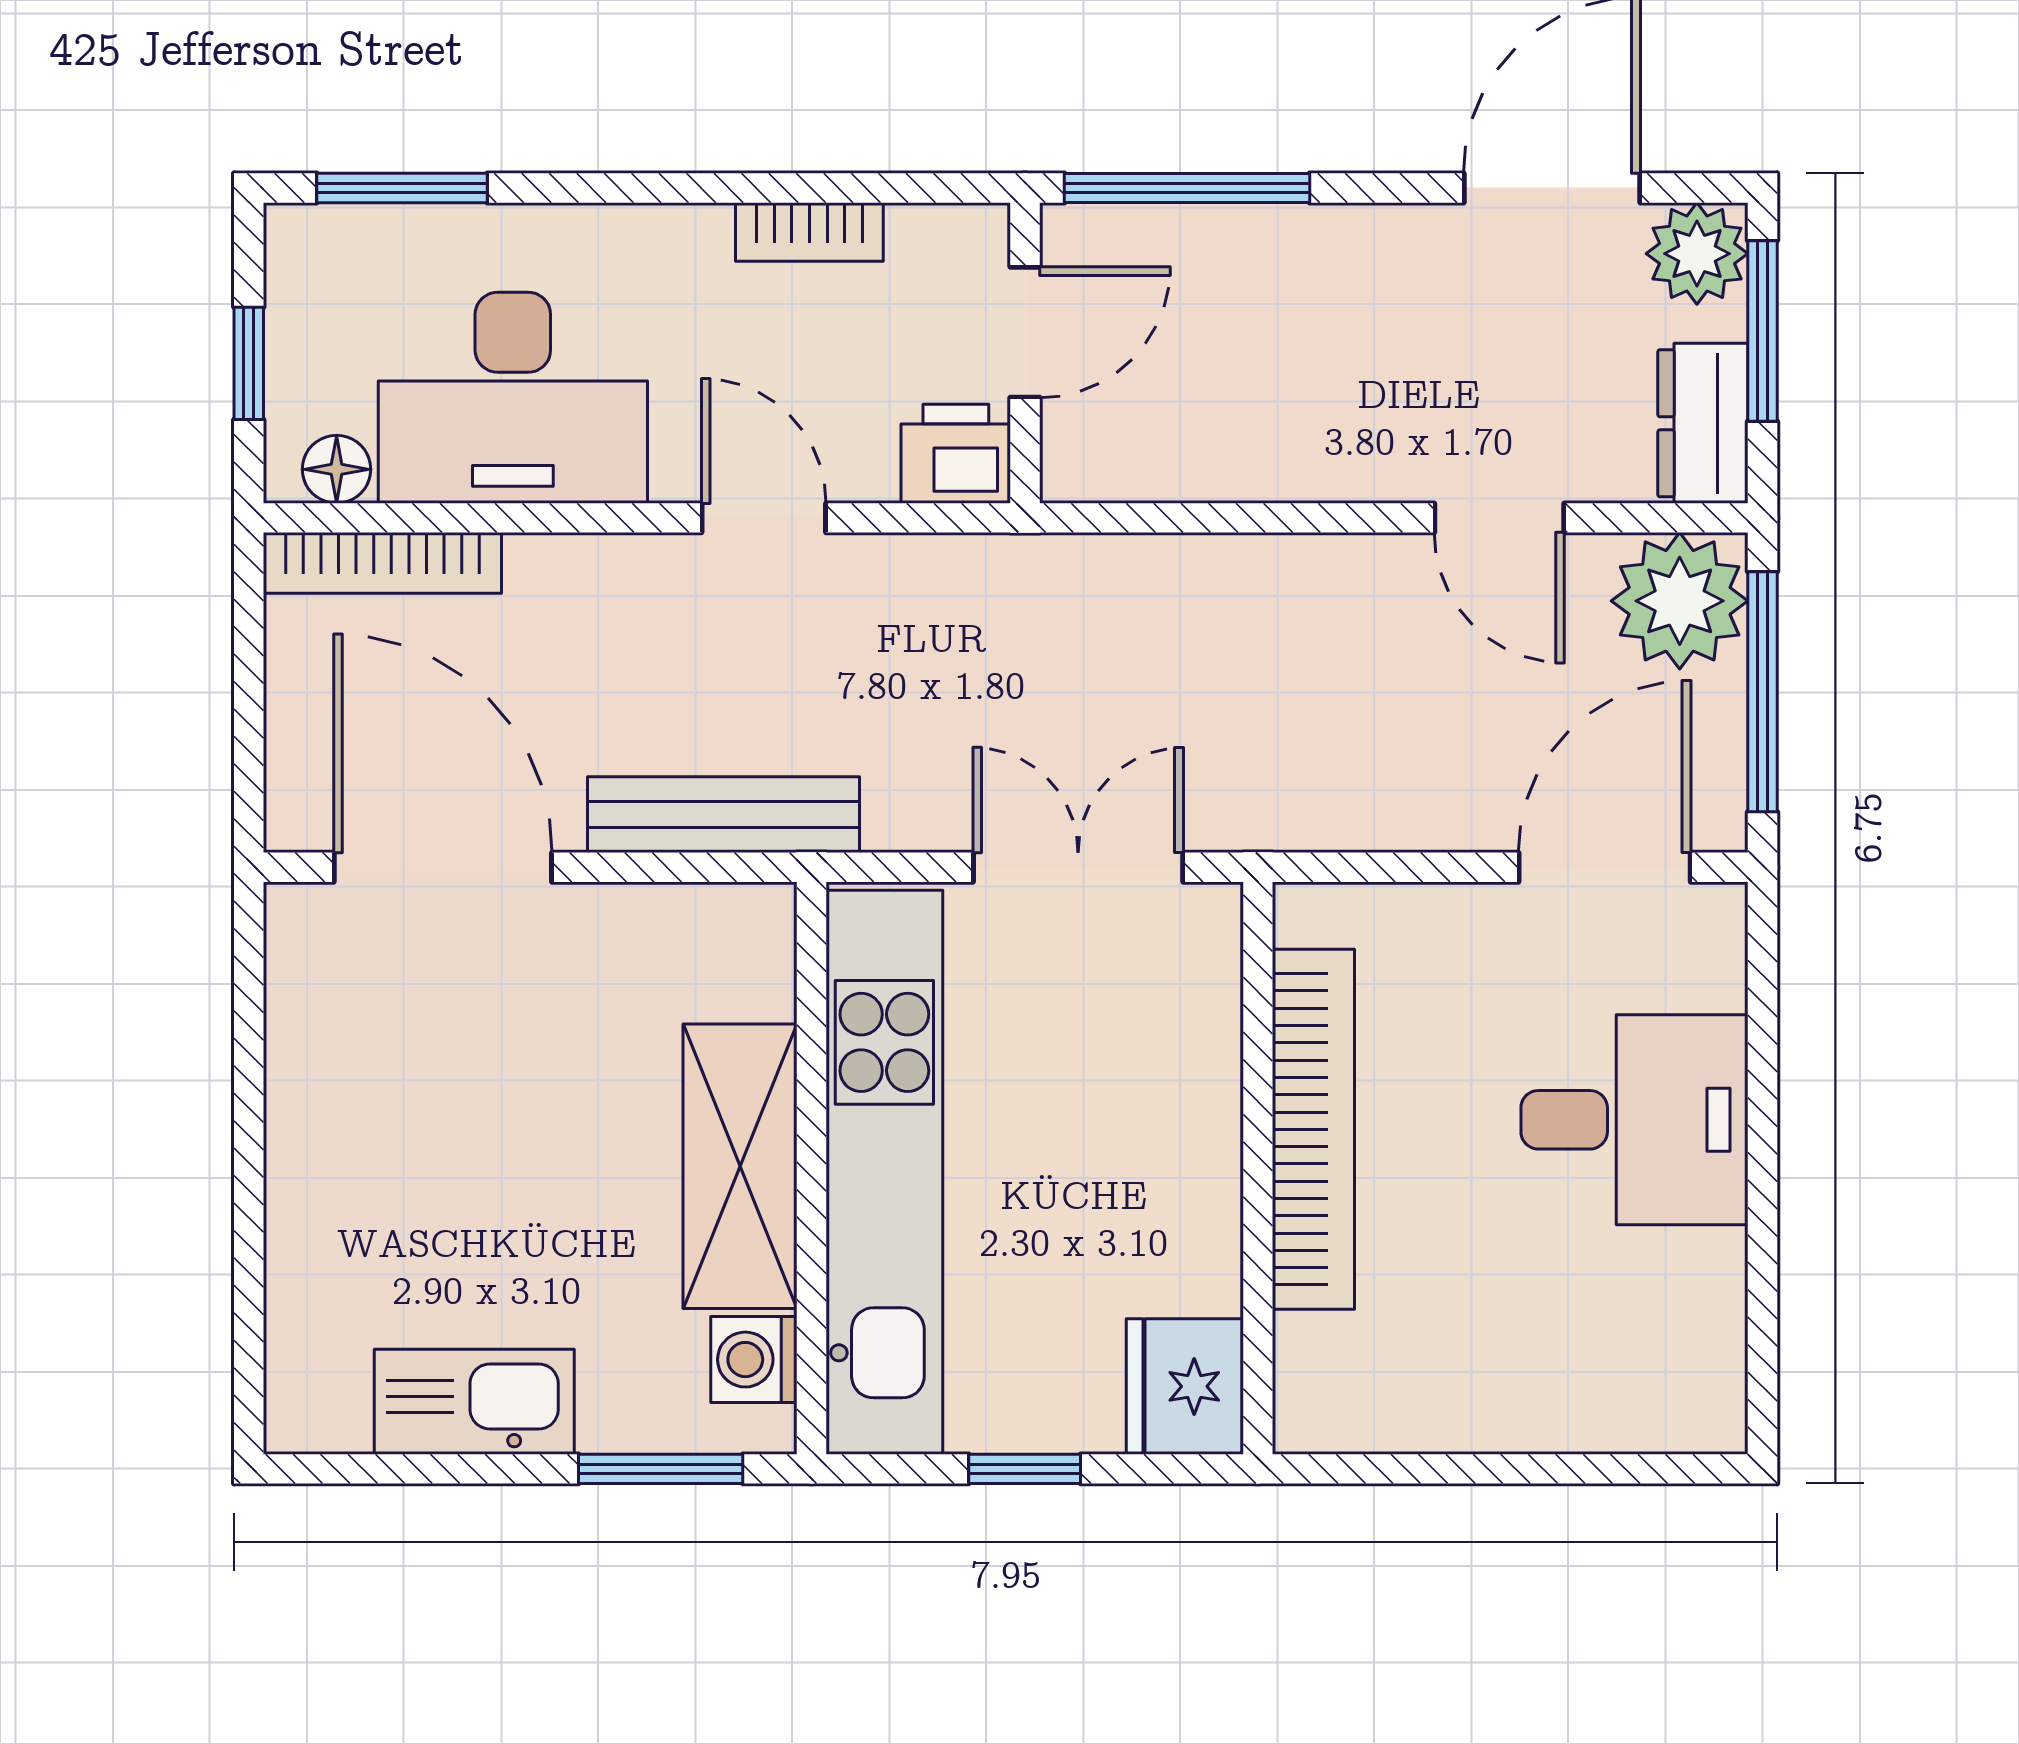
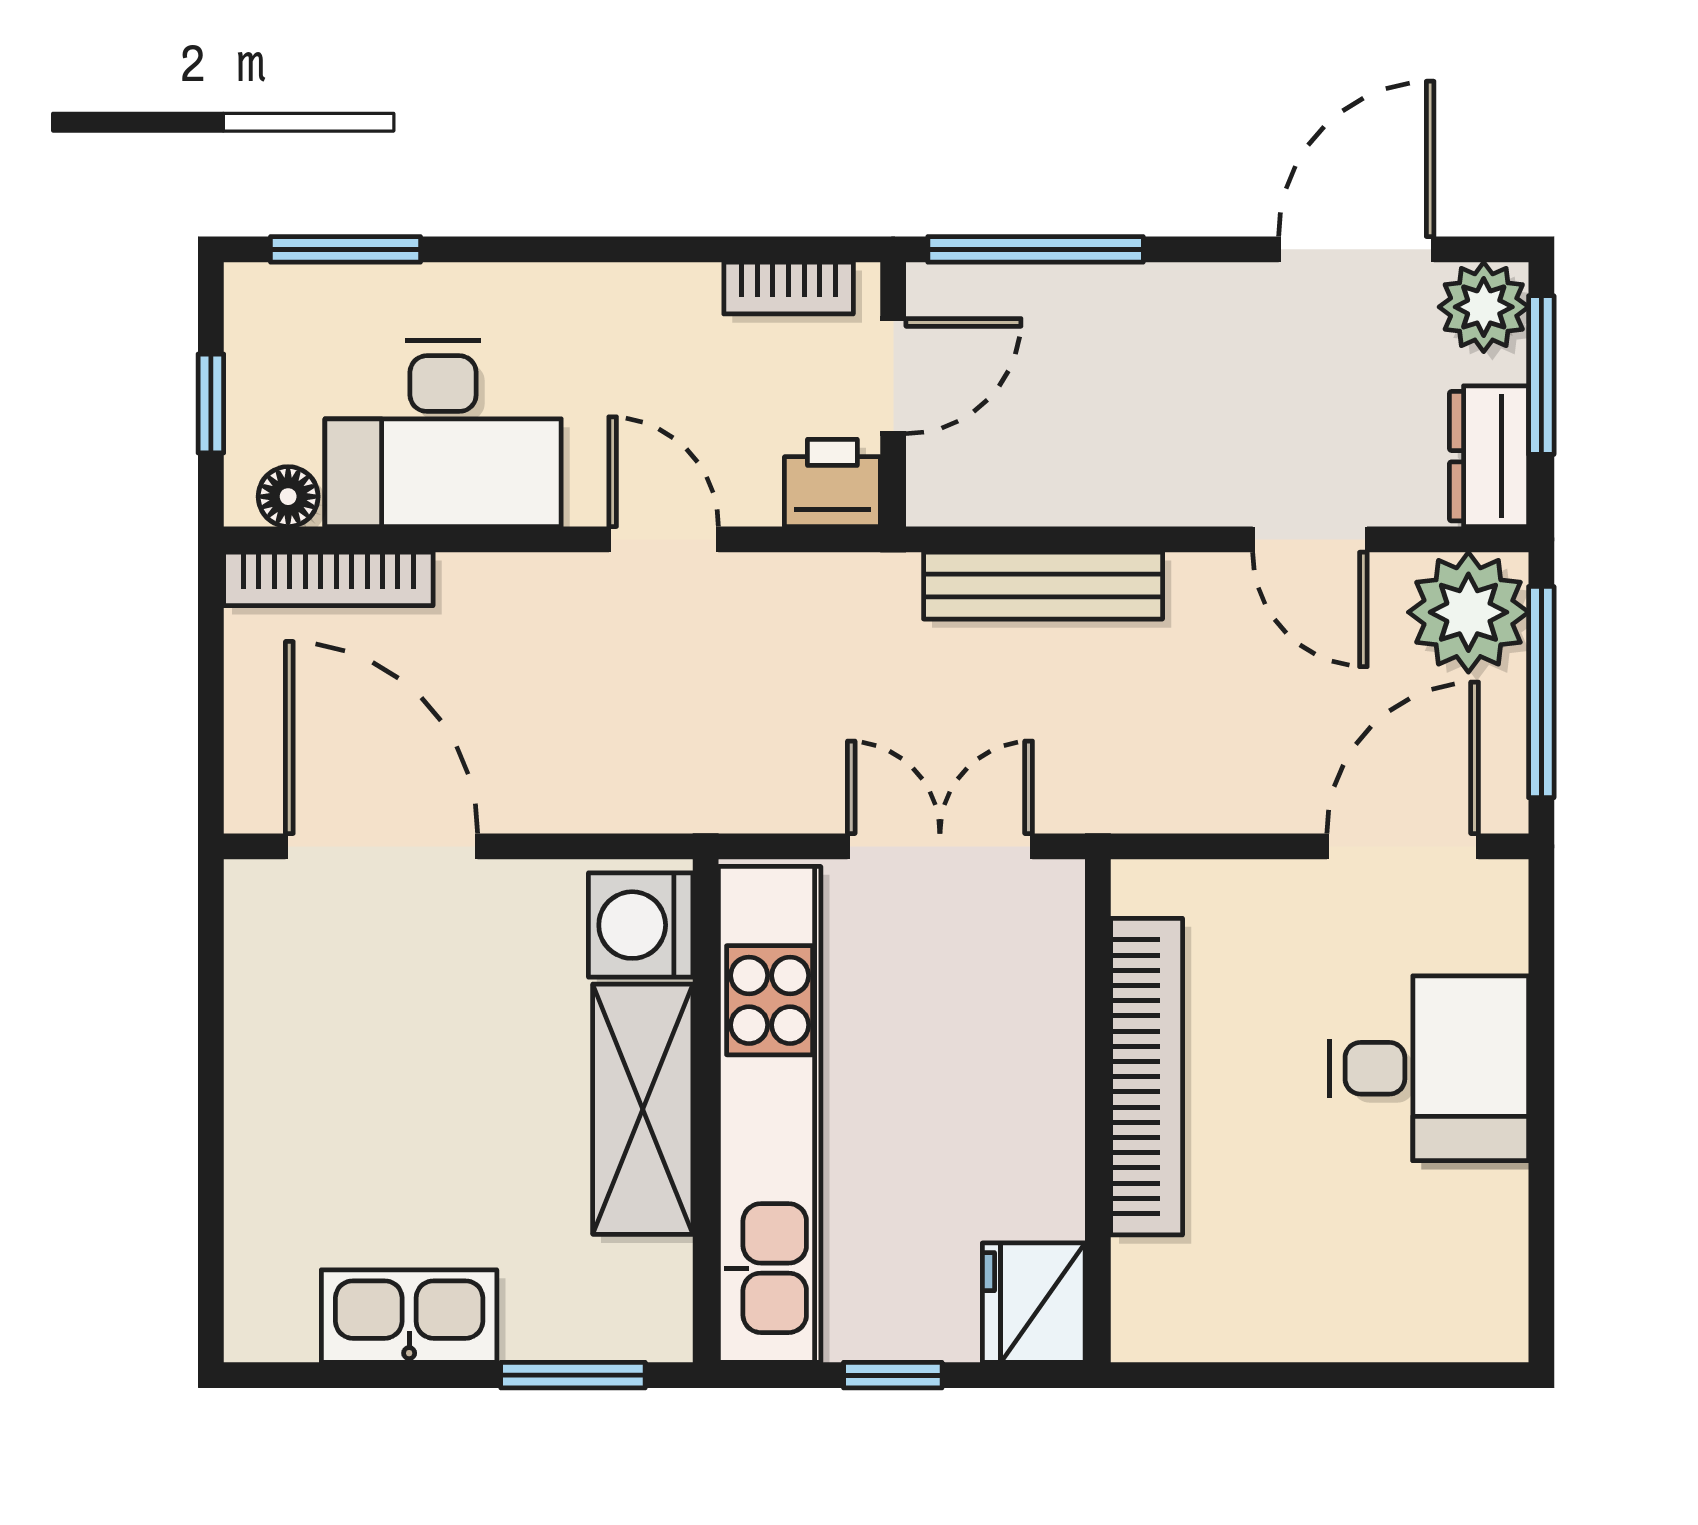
bookcase: (809, 232) -> (789, 288), moved
bench: (724, 815) -> (1043, 586), moved
washing machine: (754, 1360) -> (641, 925), moved, width x1.38, depth x1.38

